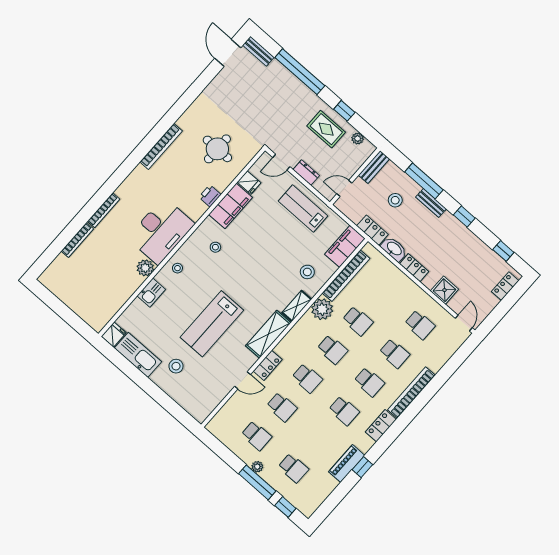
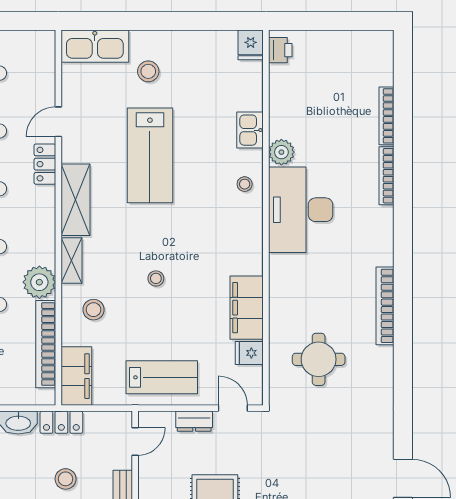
door: (281, 162) -> (233, 408), hinge flipped
printer: (210, 196) -> (280, 50), moved
stool: (215, 247) -> (156, 278), moved
lab bench: (212, 324) -> (150, 155), turned 180
kitchen sink: (138, 355) -> (95, 46), moved

